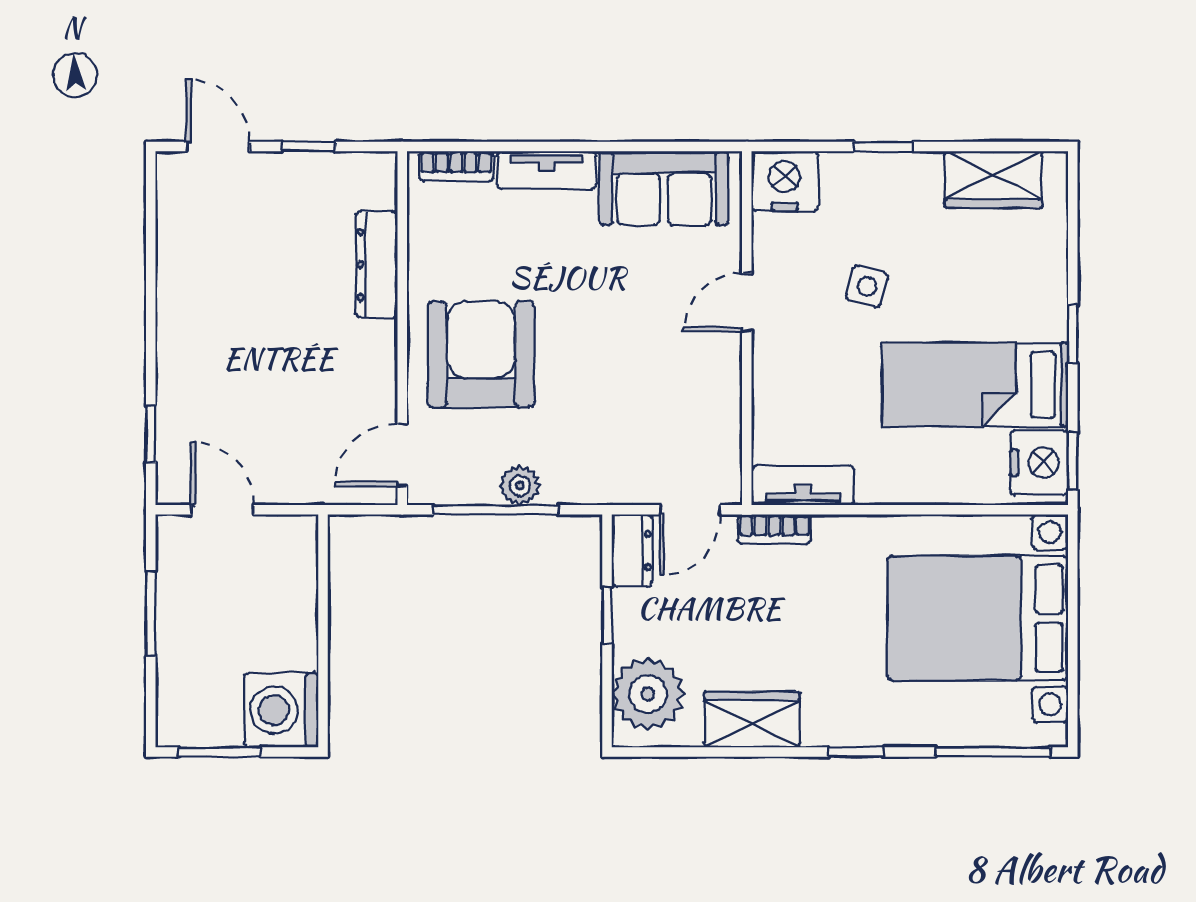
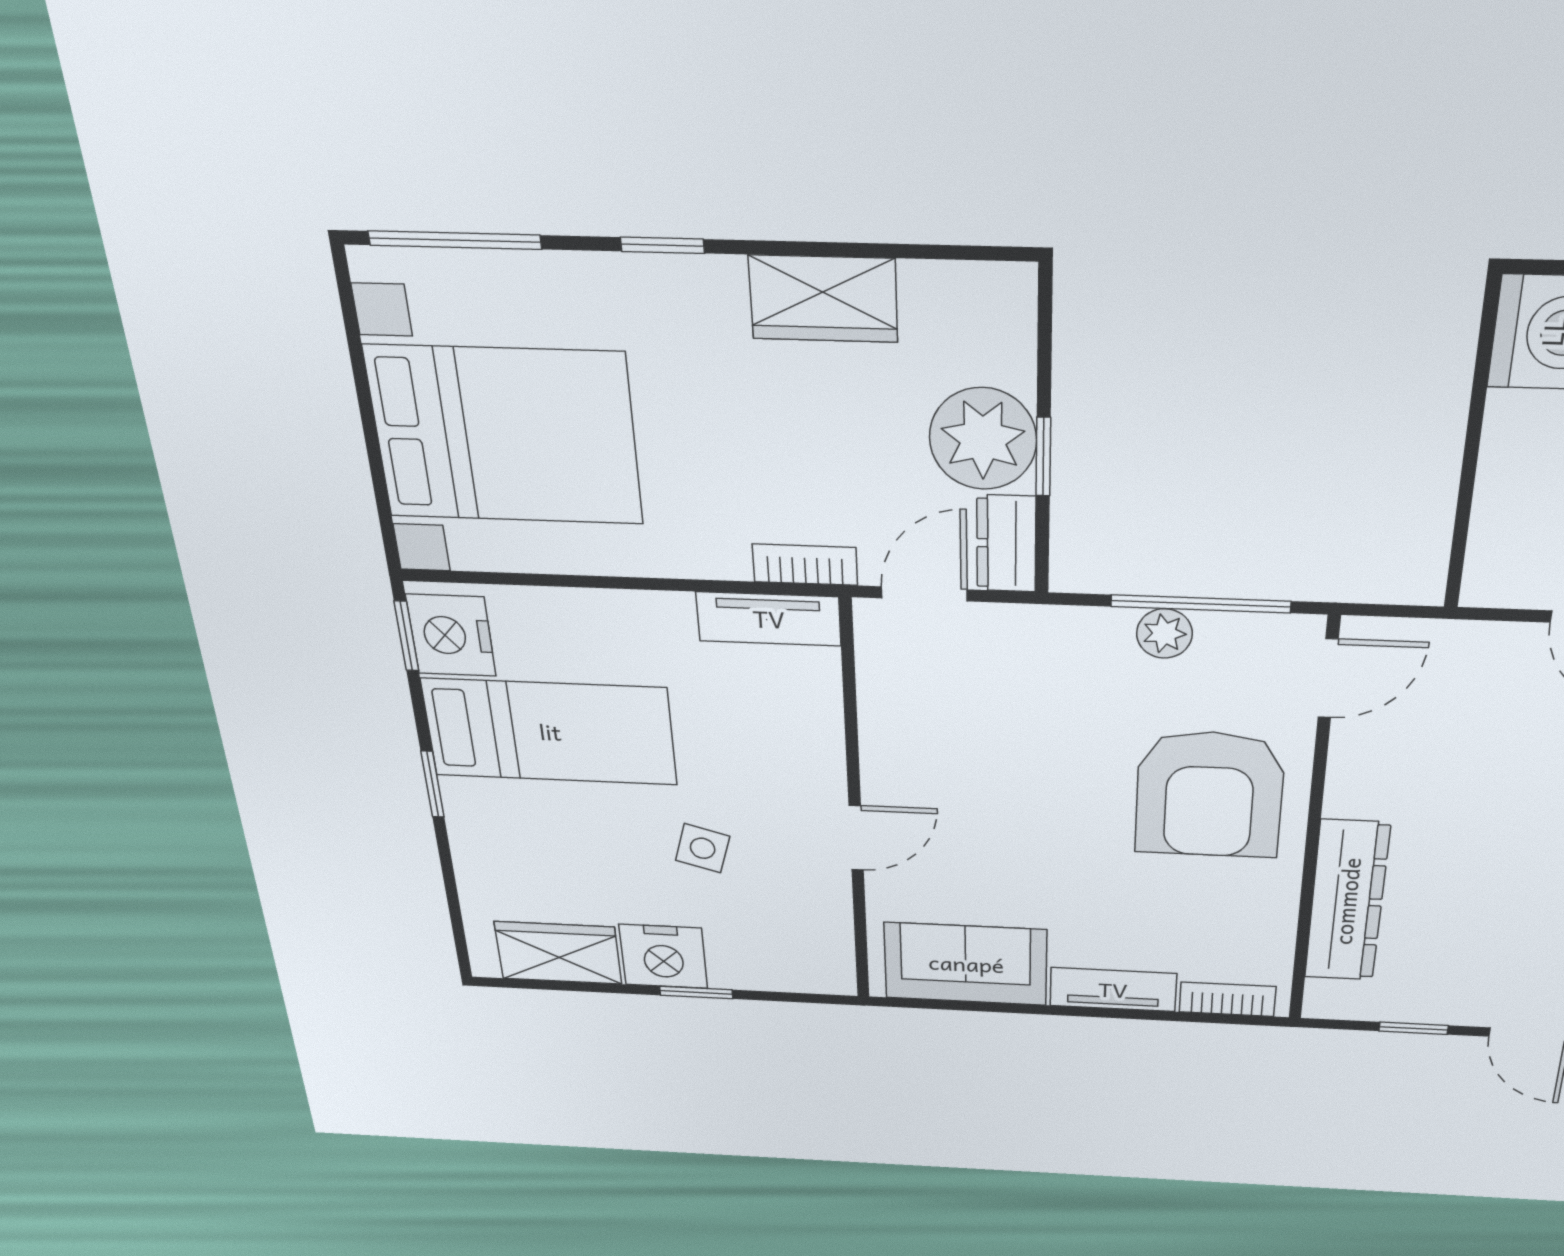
nightstand: (785, 181) -> (663, 956), moved
dresser: (377, 265) -> (1347, 901), width x1.37, depth x1.24
plant: (648, 694) -> (983, 439), moved

